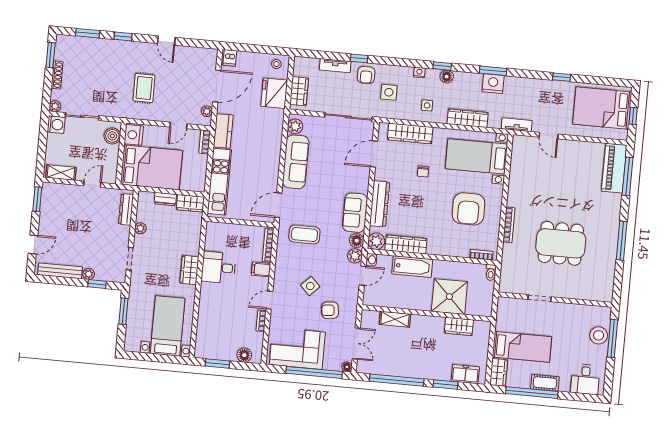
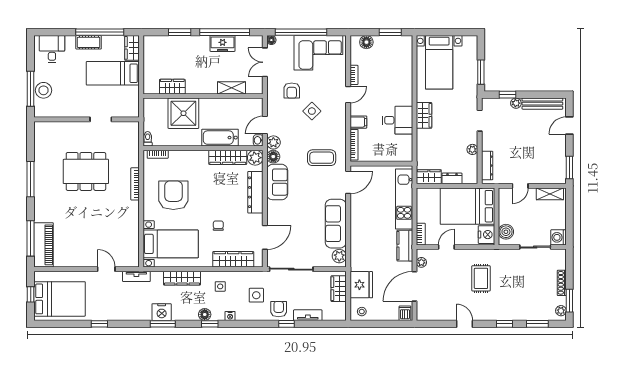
plant: (55, 106) -> (561, 311), moved
armchair: (330, 310) -> (292, 91), turned 96
freezer: (465, 374) -> (223, 44), moved

